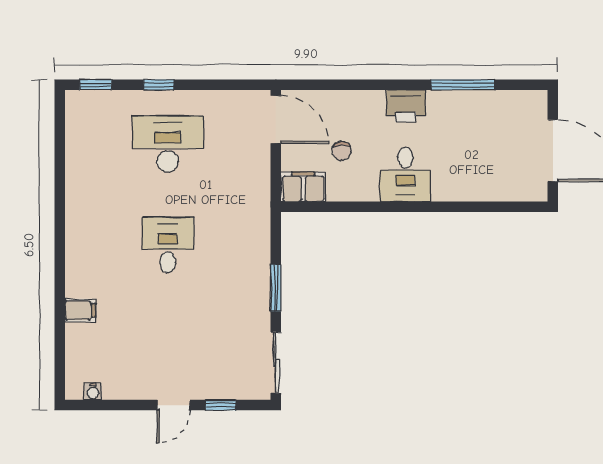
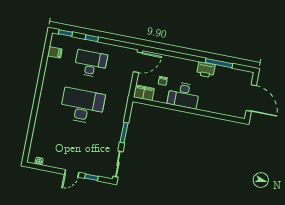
printer: (406, 106) -> (206, 70), moved
door: (276, 119) -> (138, 62), hinge flipped
desk: (405, 175) -> (184, 95), width x1.37
desk: (168, 245) -> (82, 106), width x1.87, depth x1.30
filing cabinet: (80, 310) -> (55, 52), moved

